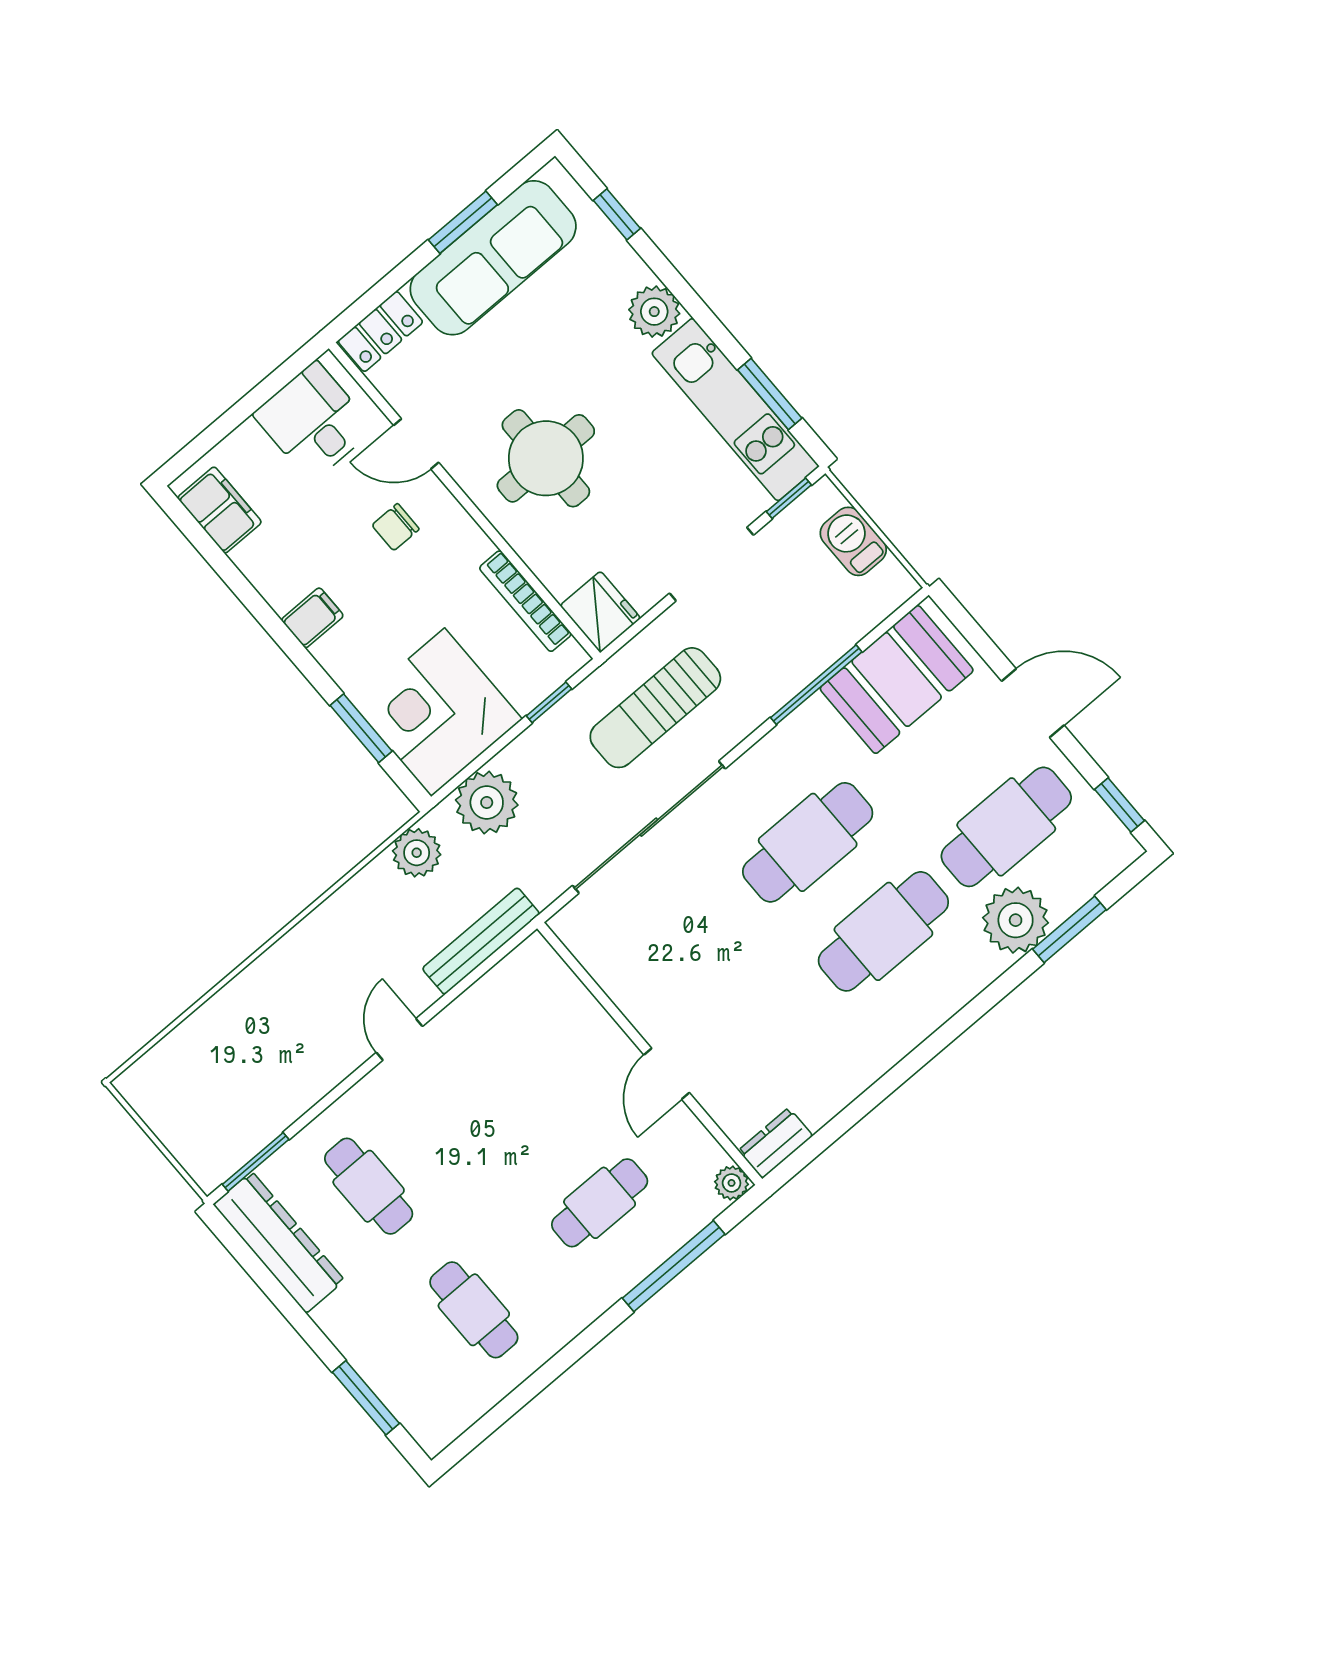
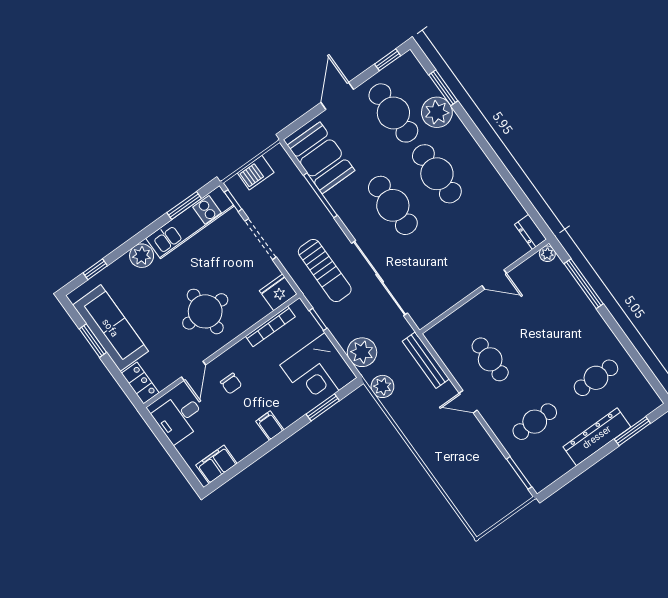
cafe table: (600, 1203) -> (490, 359), moved
dresser: (279, 1242) -> (597, 437), moved

